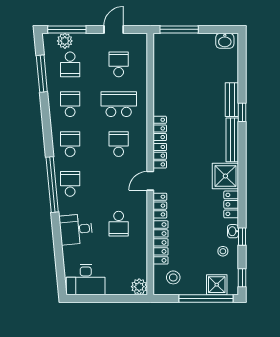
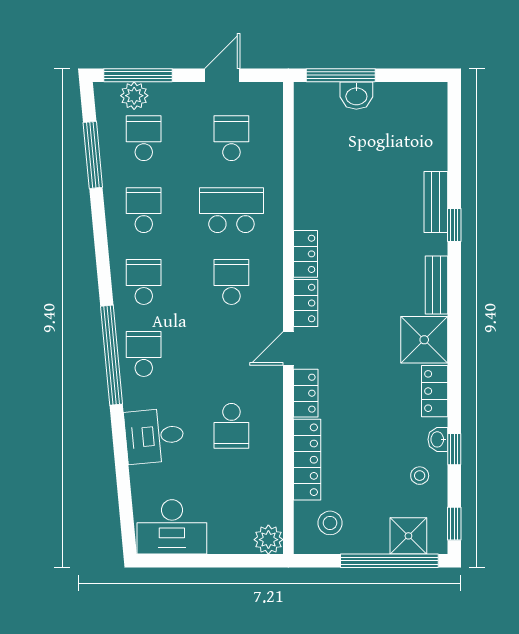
washbasin: (225, 41) -> (356, 96), moved
school desk: (70, 64) -> (144, 138), turned 180
bench: (232, 140) -> (437, 285), width x0.73

